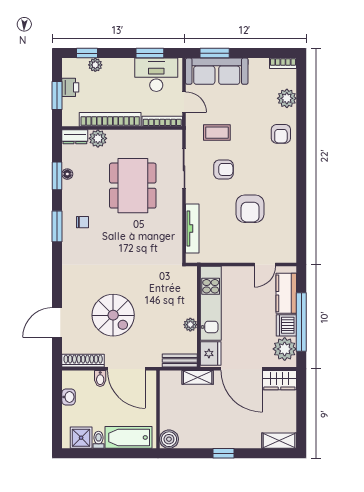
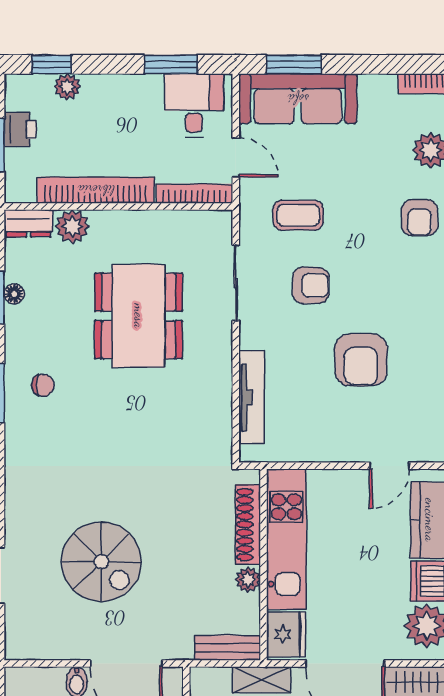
desk: (156, 75) -> (194, 106), width x0.73
shoe rack: (83, 361) -> (248, 524), moved, turned -90

